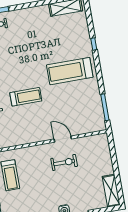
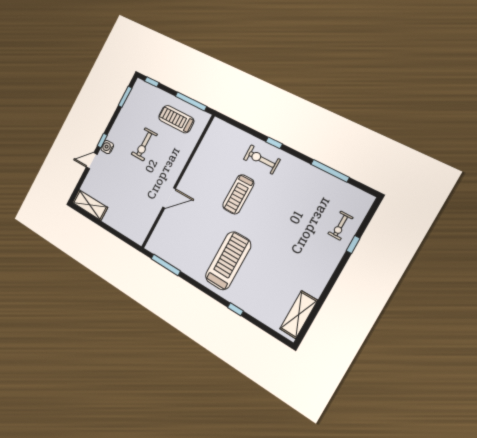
exercise bike: (64, 162) -> (144, 144), moved

